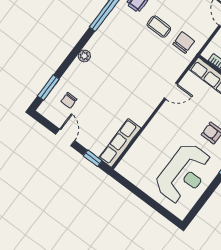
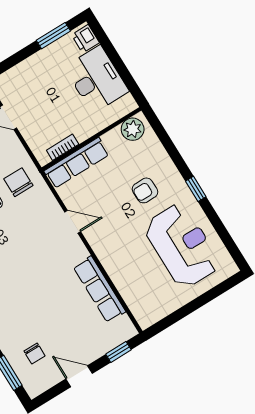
door: (171, 91) -> (73, 222), hinge flipped
row of seats: (120, 143) -> (99, 289), moved

